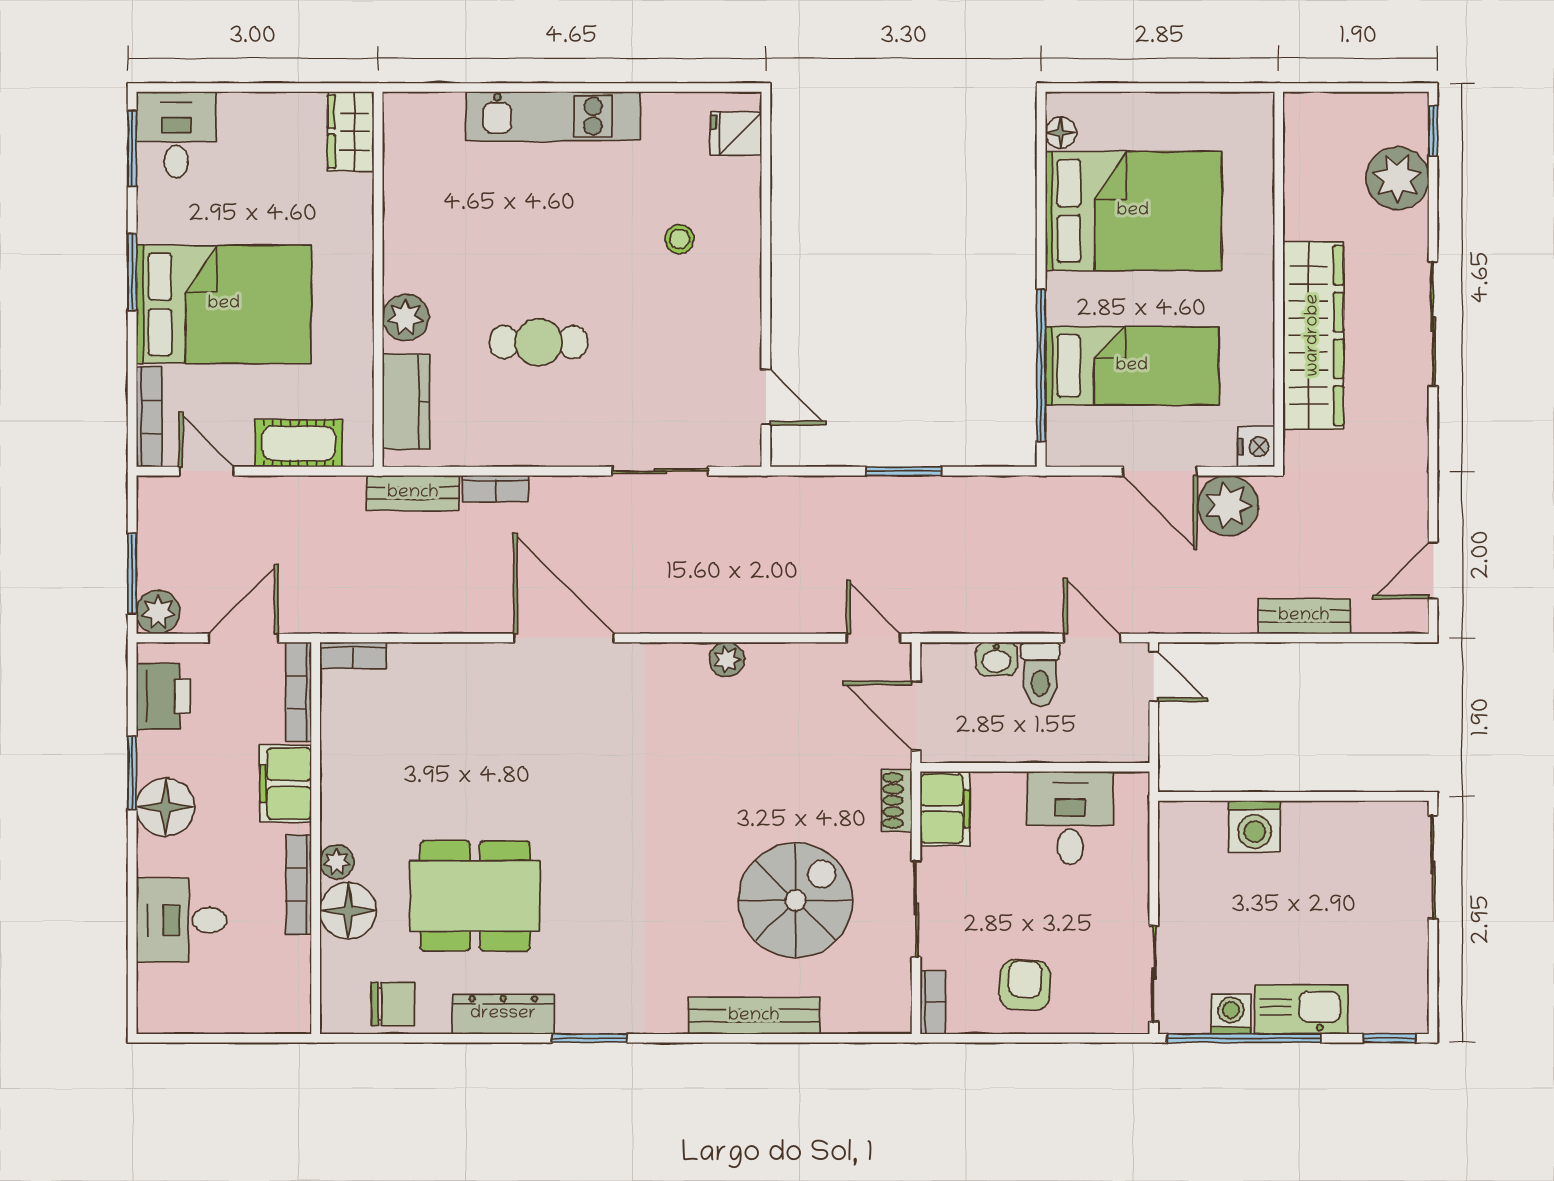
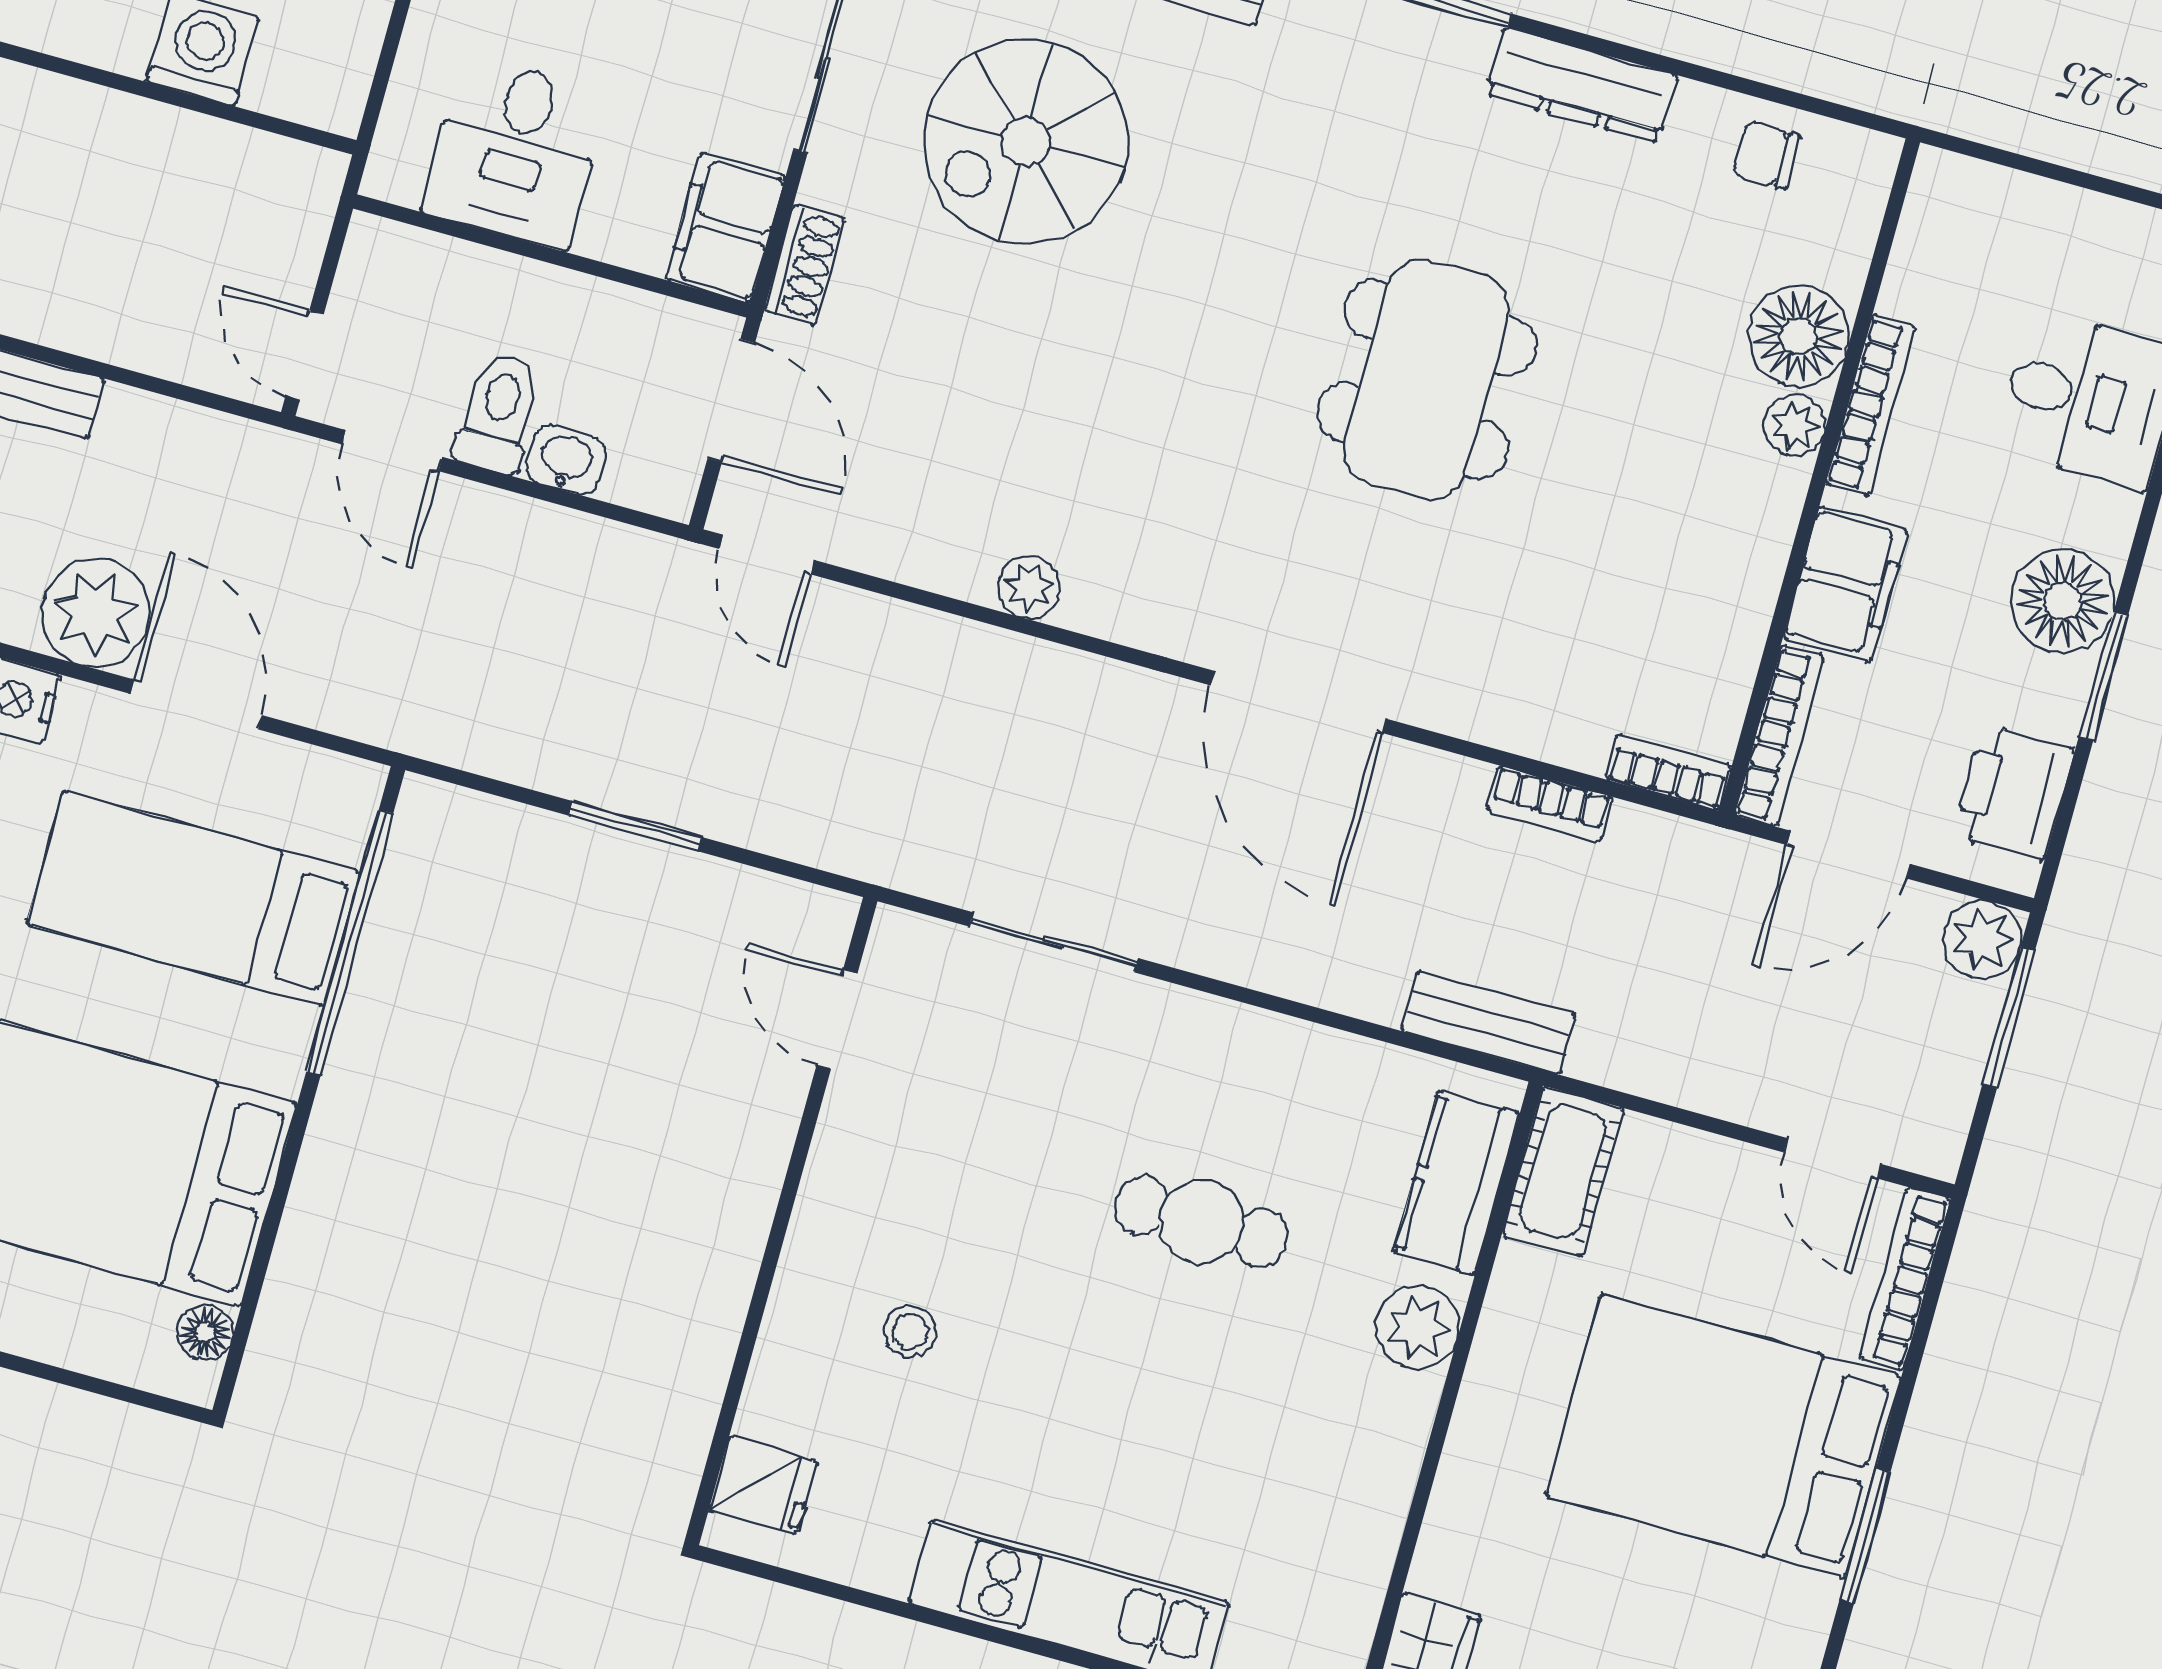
cot: (299, 443) -> (1563, 1172), moved, turned 90
bookcase: (495, 489) -> (1550, 804), moved, turned 180
dining table: (475, 896) -> (1426, 379), moved, turned 90
chair: (393, 1004) -> (1766, 155), width x0.73, depth x0.73

